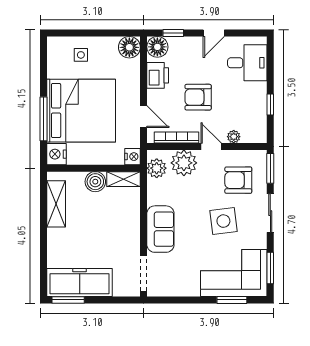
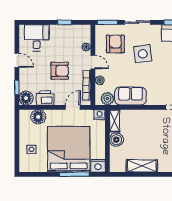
floor lamp: (129, 47) -> (38, 117), moved
armchair: (198, 97) -> (60, 71), turned -90
door: (211, 146) -> (93, 62), swing flipped
plant: (184, 163) -> (100, 80), width x0.53, depth x0.53
armchair: (238, 180) -> (115, 44), turned 180
shelving: (56, 204) -> (142, 166), moved
sofa: (160, 229) -> (130, 96), moved

